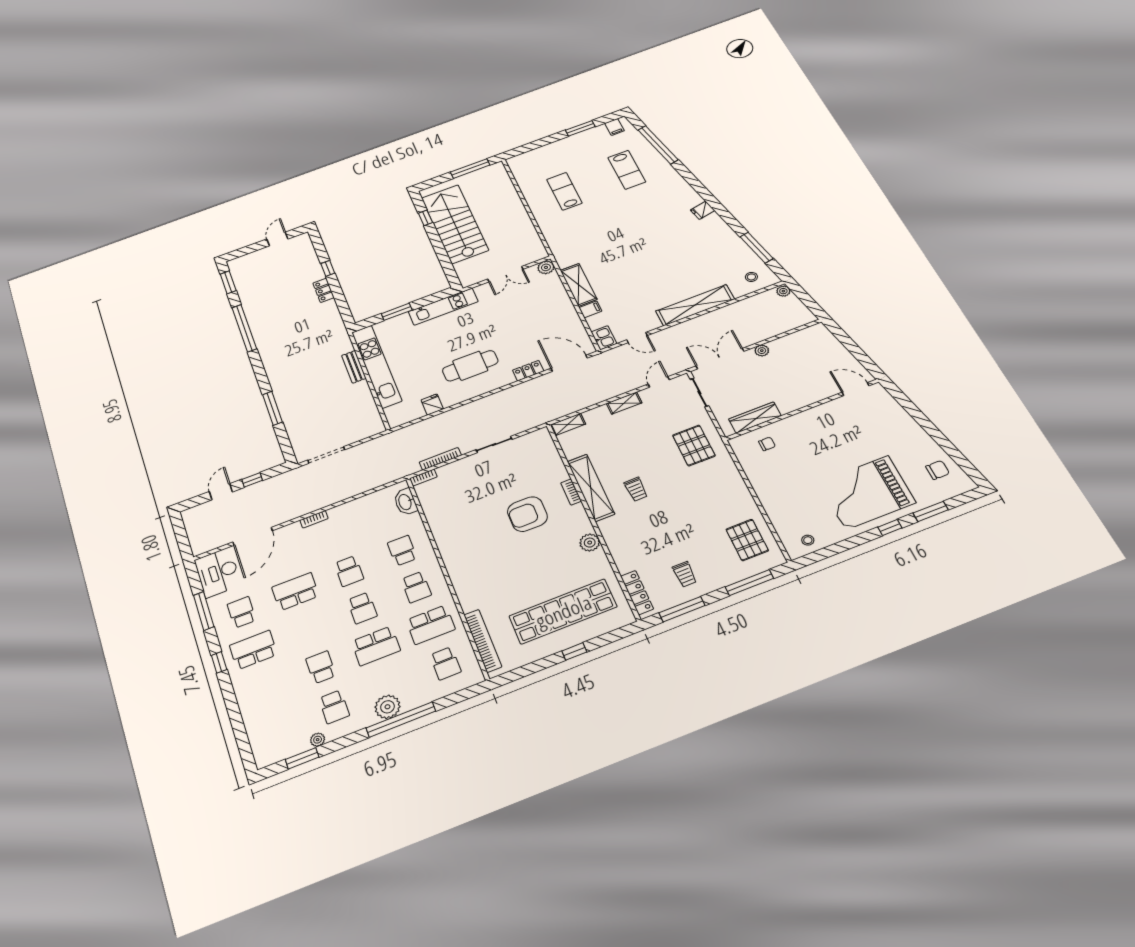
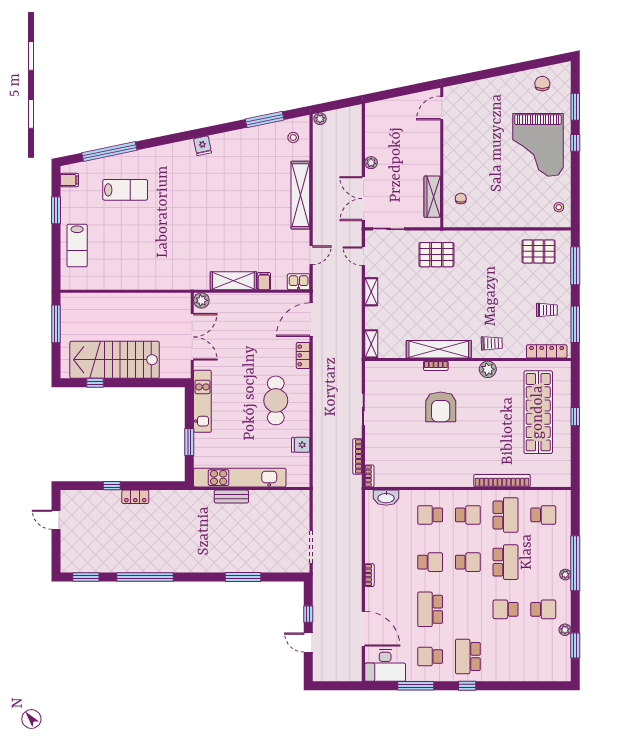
lab bench: (564, 191) -> (77, 246), moved, turned -90
double door: (505, 274) -> (192, 337), width x1.37
trolley: (636, 489) -> (492, 343), moved
bookcase: (483, 641) -> (502, 481), moved
plant: (387, 707) -> (565, 575), width x0.53, depth x0.53

